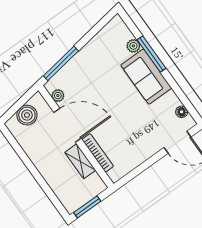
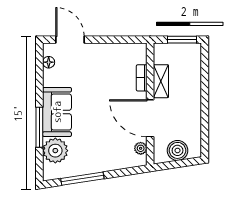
plant: (133, 46) -> (55, 151), width x1.88, depth x1.88
window: (61, 63) -> (82, 179), moved
bookcase: (98, 153) -> (142, 78), width x0.64

